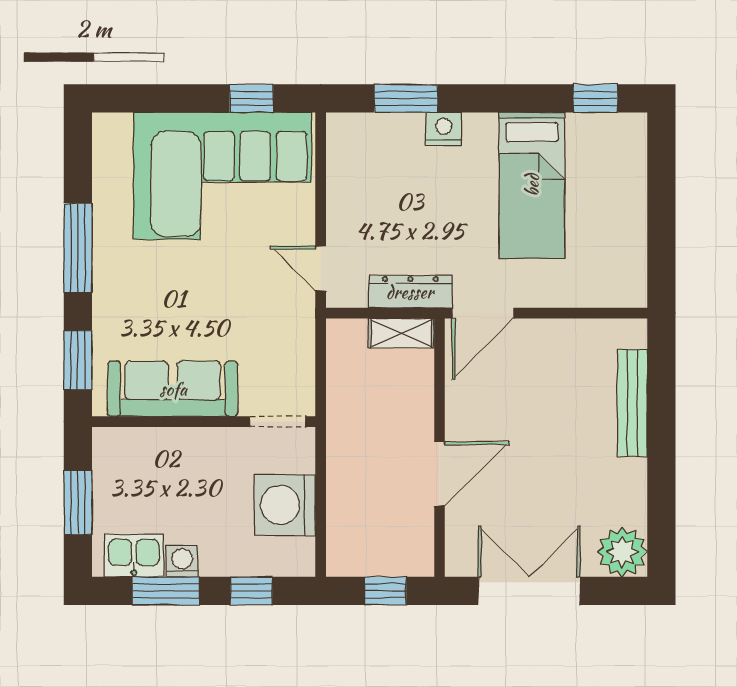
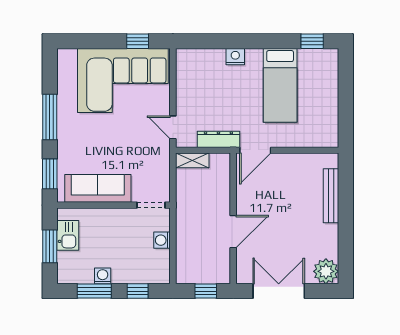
window: (406, 98) -> (216, 41), removed
shelving: (401, 333) -> (192, 160), moved
washing machine: (285, 505) -> (162, 240), width x0.53, depth x0.53
kitchen sink: (134, 555) -> (68, 235), moved, turned 90

